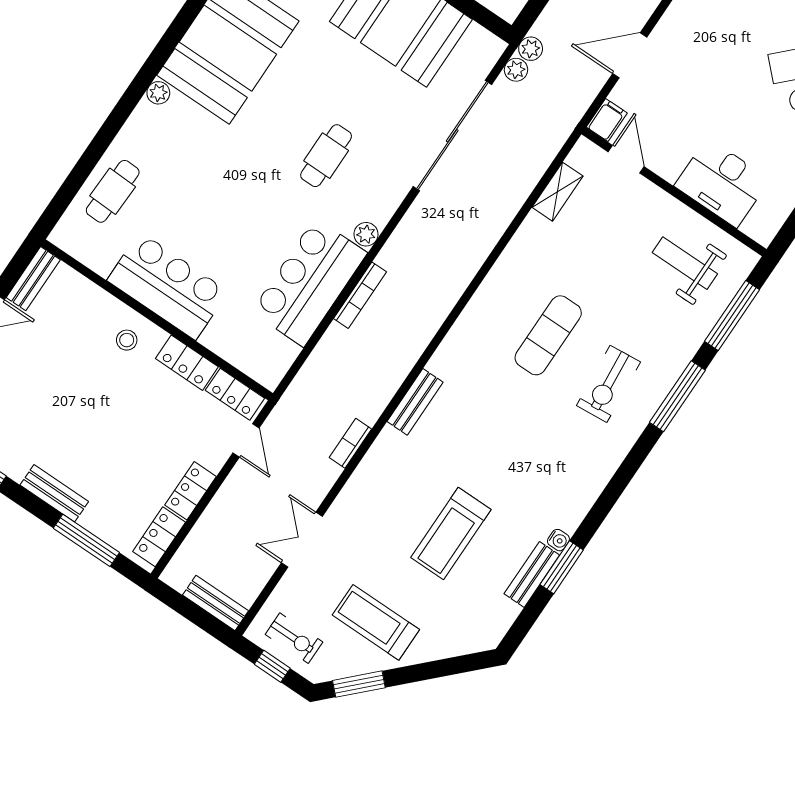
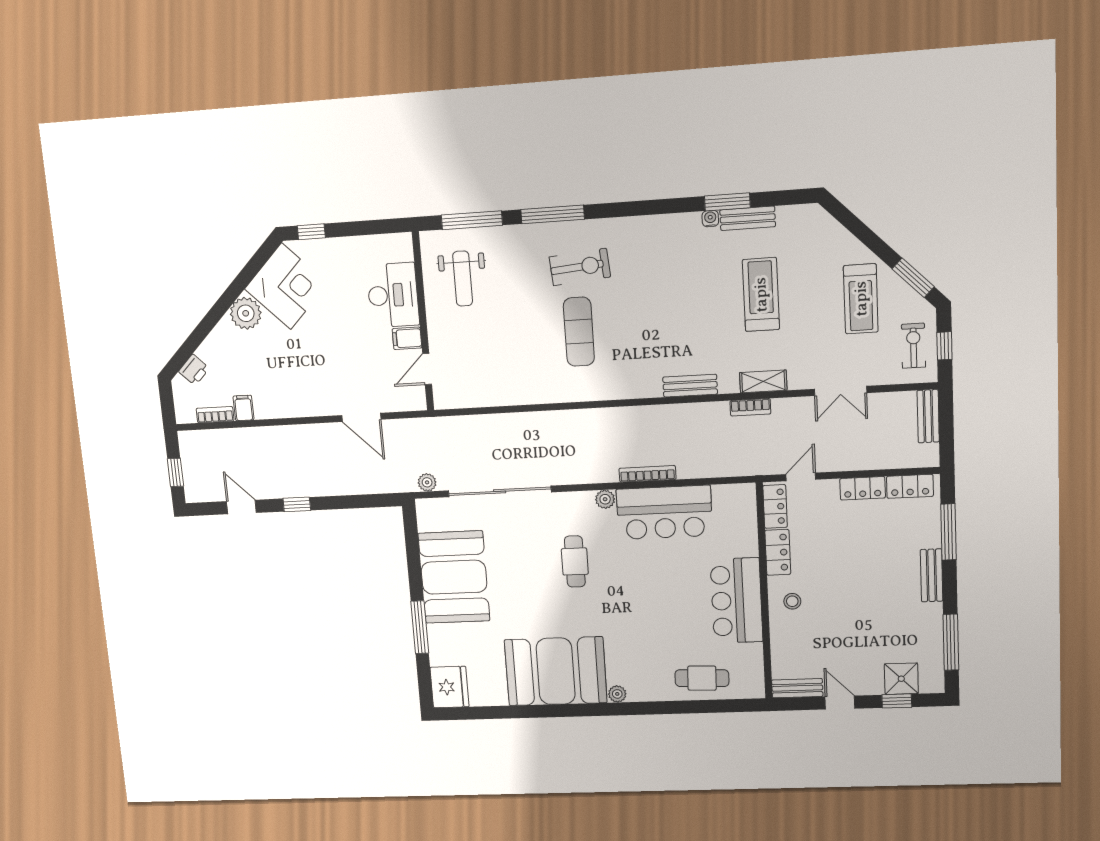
plant: (531, 49) -> (407, 483), removed
filing cabinet: (607, 120) -> (407, 338), moved
cafe table: (326, 156) -> (575, 561), turned 90
shelving: (557, 192) -> (763, 381), moved
exercise mat: (548, 335) -> (579, 332), turned 90
treadmill: (451, 534) -> (761, 295), turned -90

